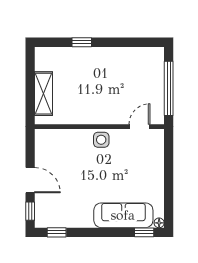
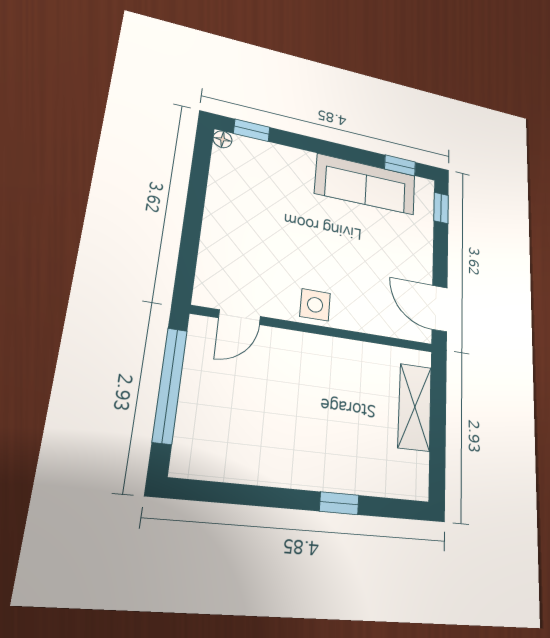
door: (30, 180) -> (440, 308), moved
sofa: (123, 215) -> (366, 184), moved

